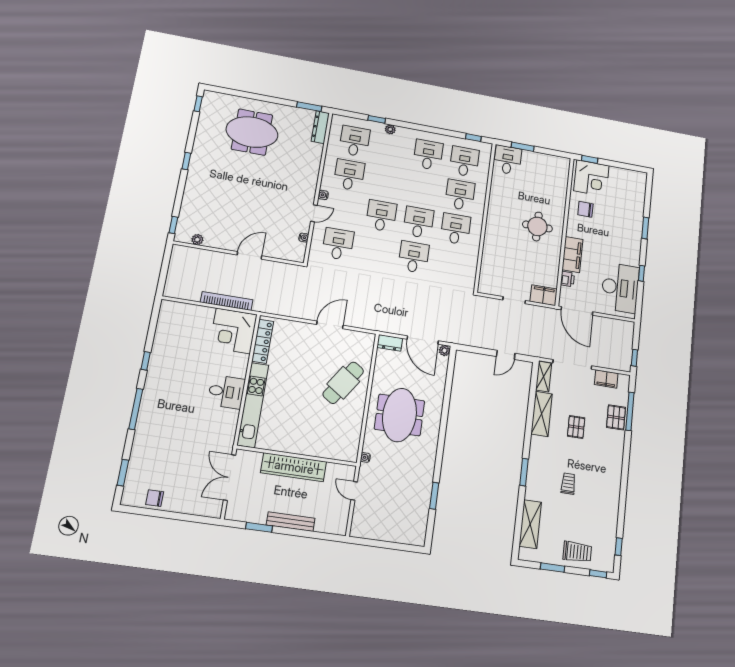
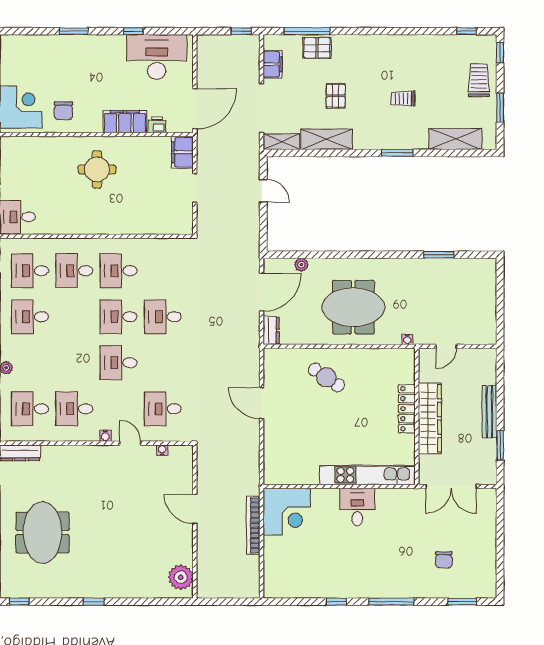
window: (173, 225) -> (174, 602), removed
plant: (197, 240) -> (181, 577), width x1.88, depth x1.88
locker: (263, 341) -> (407, 409), moved, turned -90
plant: (444, 351) -> (301, 265), moved
cafe table: (343, 383) -> (326, 377), width x0.73, depth x0.74
pallet: (576, 427) -> (336, 96), turned 90
chair: (155, 498) -> (444, 560), moved

